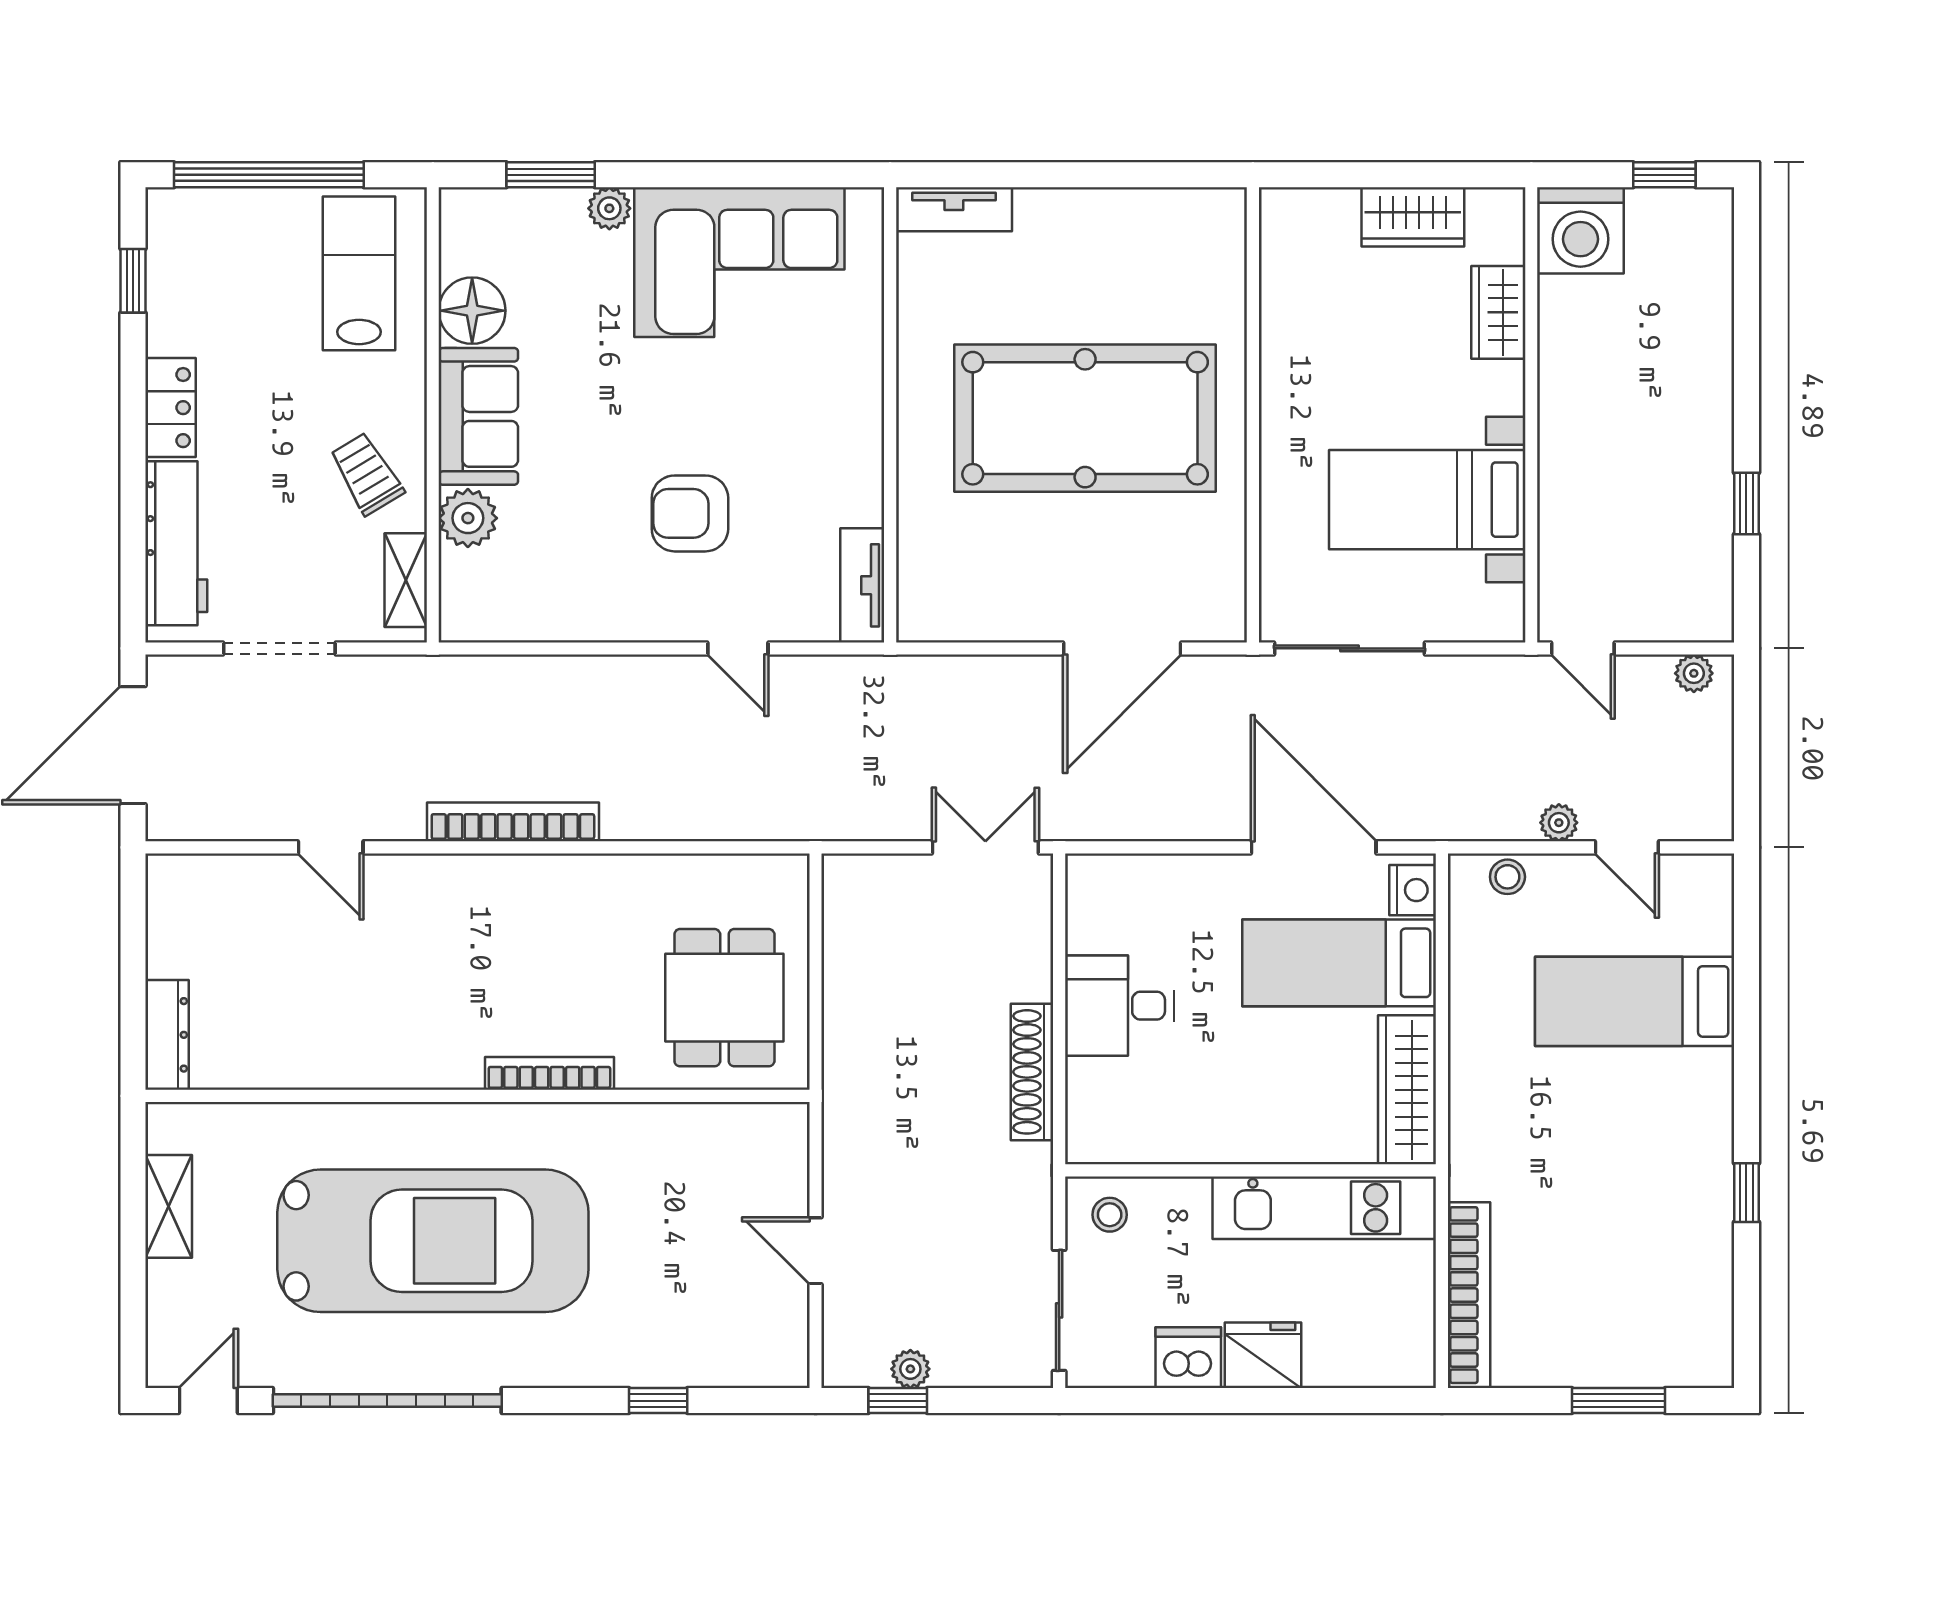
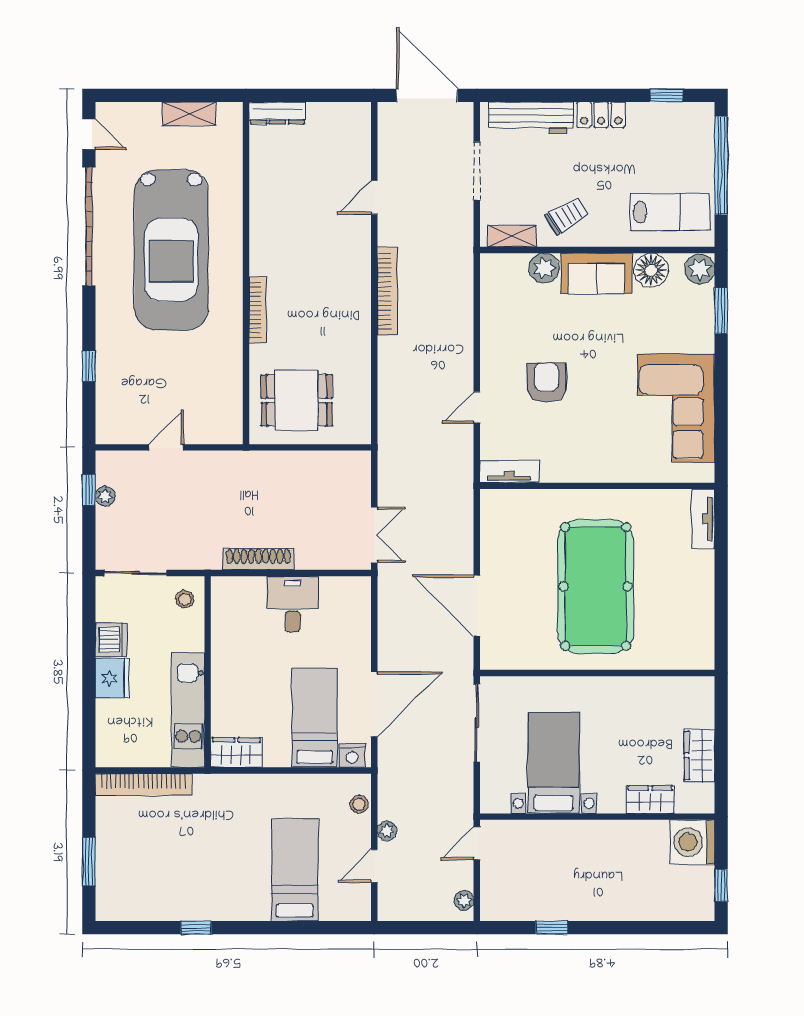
plant: (609, 208) -> (700, 269), moved, width x1.38, depth x1.38
wardrobe: (1407, 1090) -> (236, 752), width x0.67

